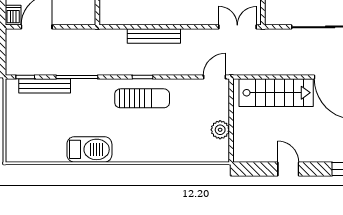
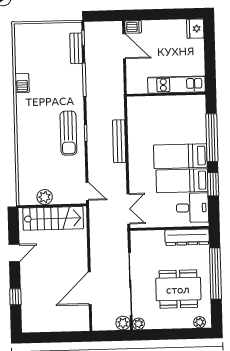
bench: (45, 86) -> (76, 48), width x0.73
stairs: (276, 93) -> (53, 218), moved, turned -90
barbecue: (89, 149) -> (22, 83), width x0.53, depth x0.65

